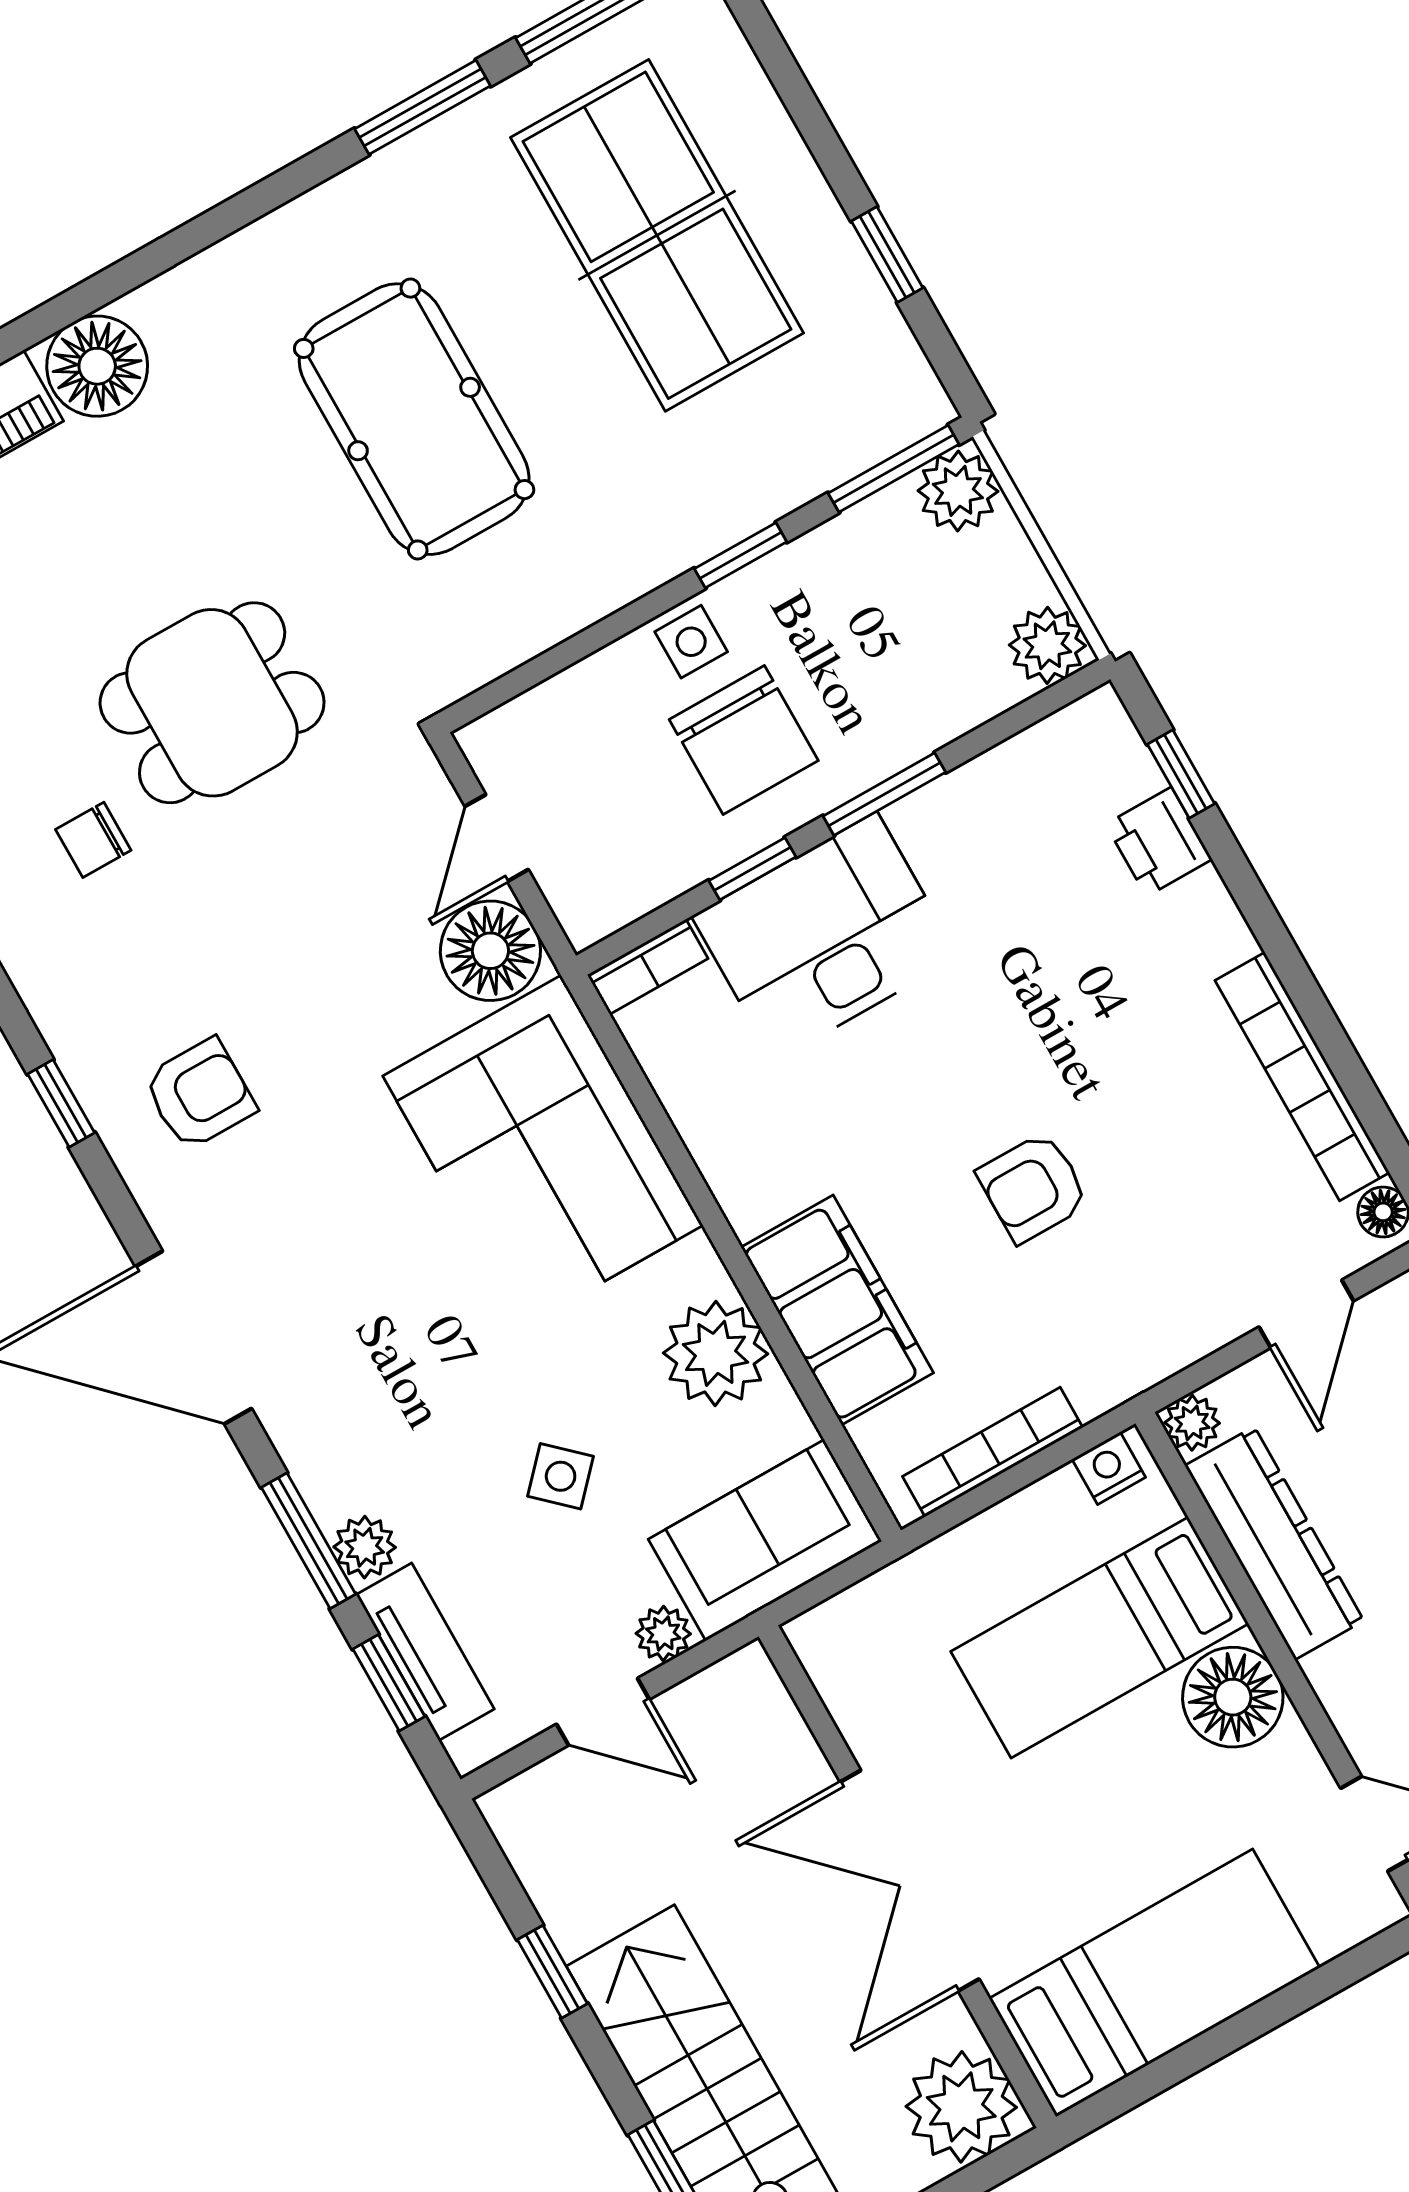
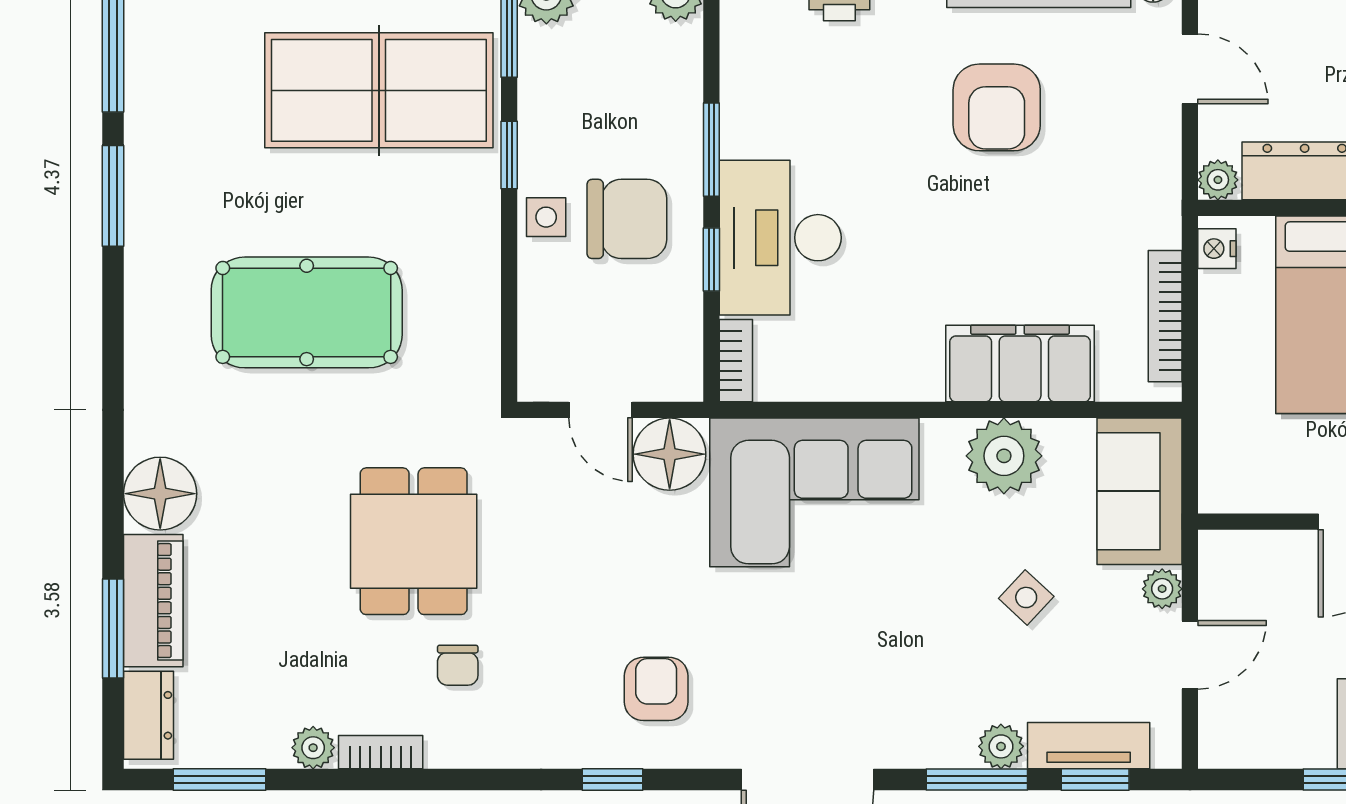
table tennis table: (657, 235) -> (379, 90), moved
armchair: (1033, 1187) -> (997, 107), moved, width x1.38, depth x1.38

